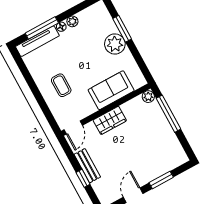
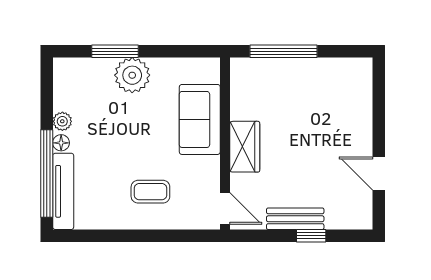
window: (42, 28) -> (47, 174), width x1.46
plant: (148, 97) -> (240, 68), removed
window: (161, 180) -> (379, 118), removed

